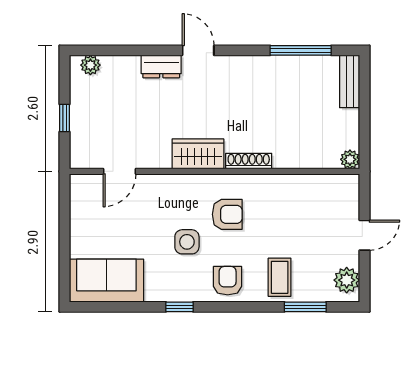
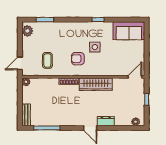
wardrobe: (198, 154) -> (96, 84), width x1.50
door: (119, 171) -> (135, 77), moved
door: (364, 235) -> (20, 63), moved
coffee table: (280, 277) -> (47, 60), moved
armchair: (228, 281) -> (78, 31), removed

